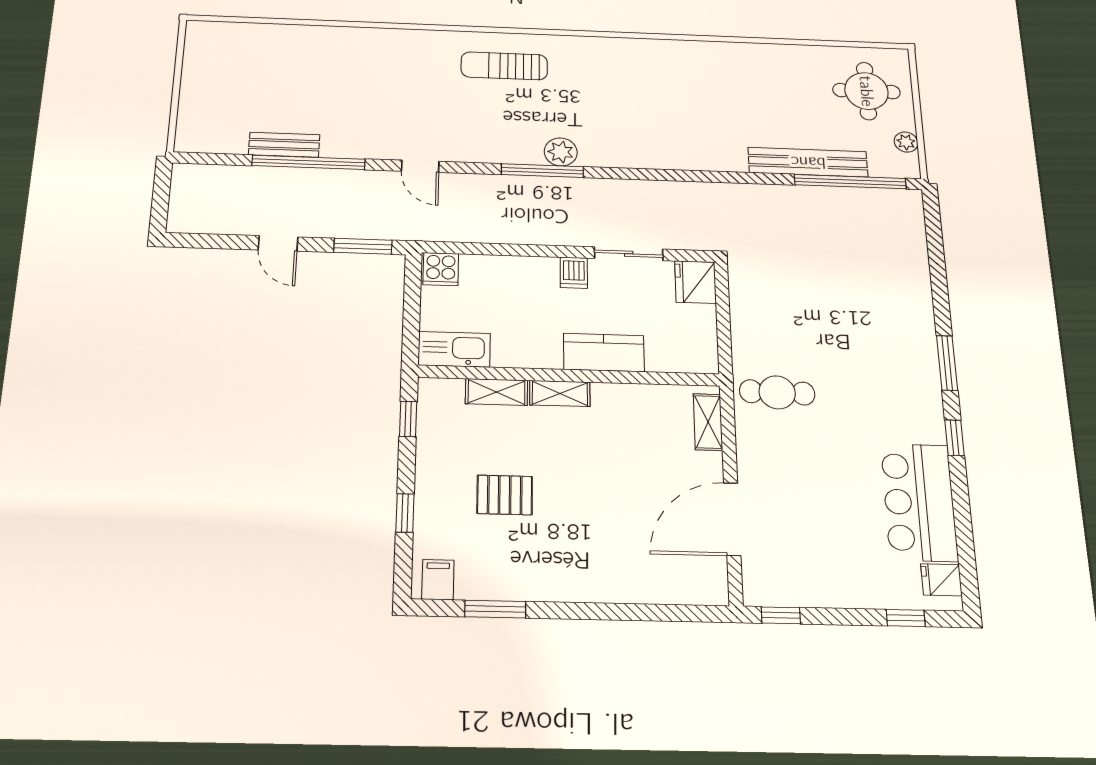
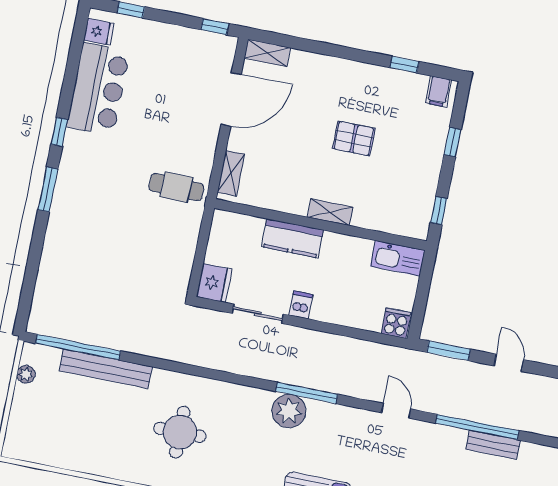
round table: (866, 91) -> (180, 432), moved
plant: (561, 152) -> (289, 411), width x1.36, depth x1.36
shelving: (496, 392) -> (267, 53), moved
pallet: (505, 495) -> (354, 139), moved
window: (495, 609) -> (404, 65), width x0.67

